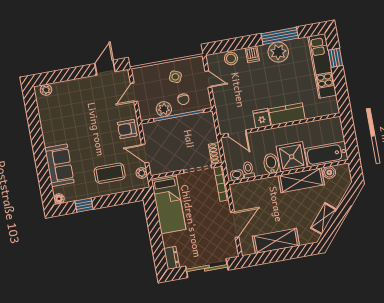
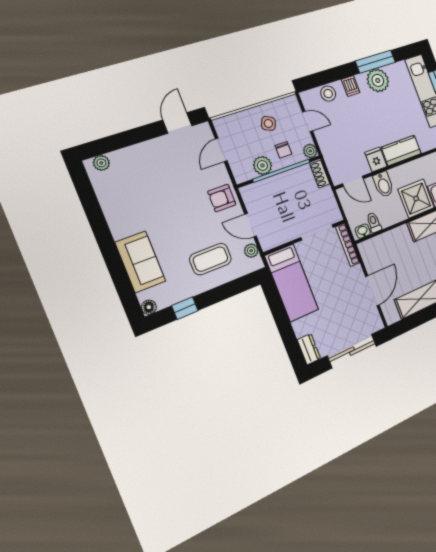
plant: (205, 103) -> (310, 151), added
shoe rack: (215, 154) -> (320, 174), moved
bidet: (271, 164) -> (383, 184), moved, turned 180

